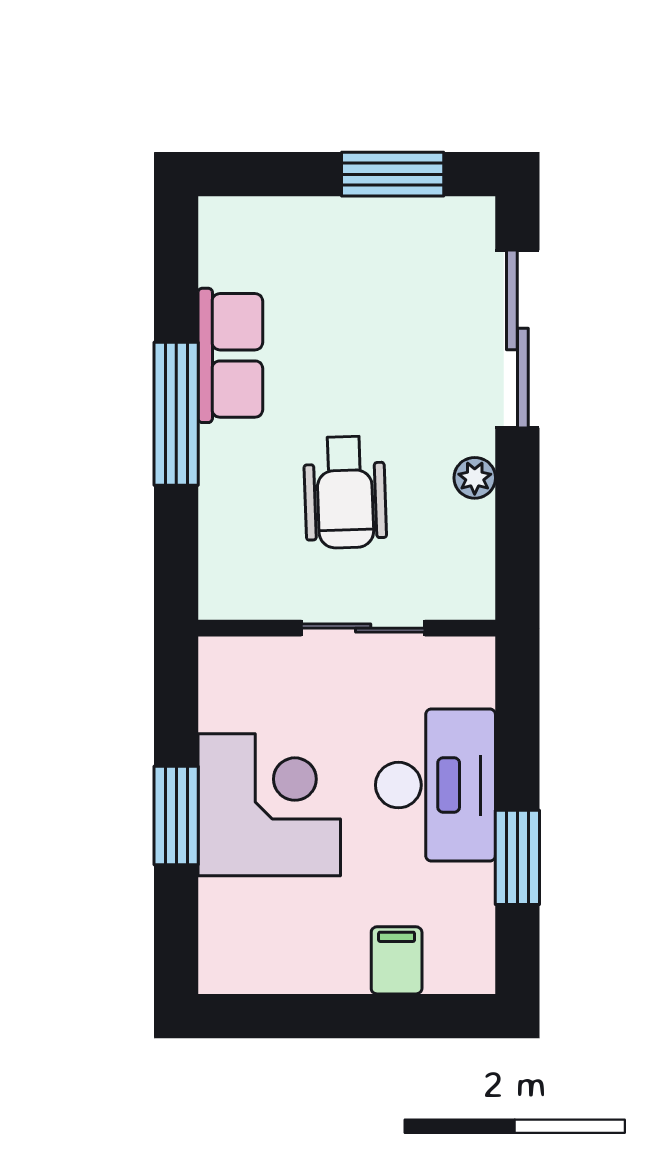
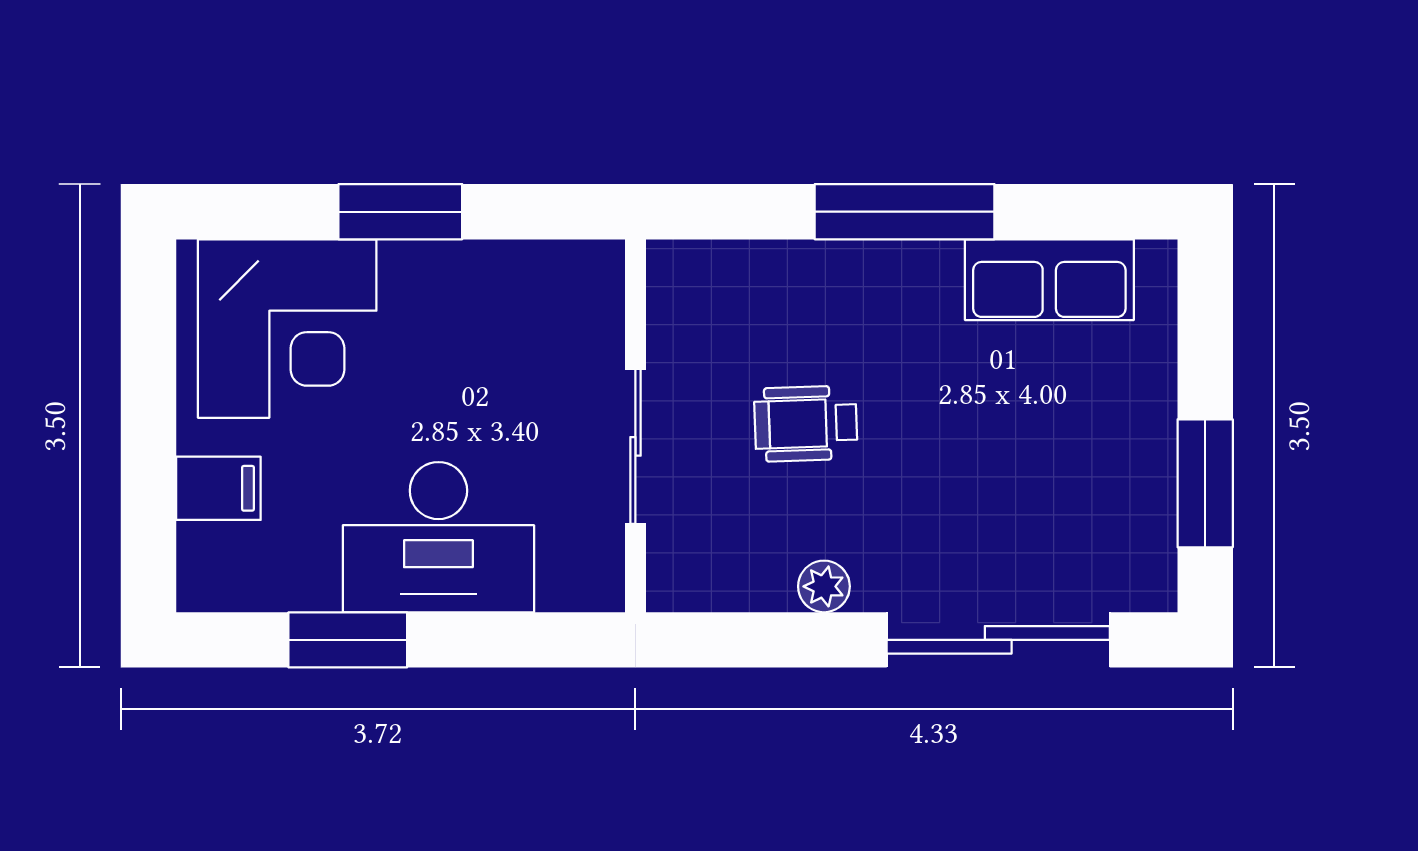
row of seats: (230, 355) -> (1049, 280), moved
wheelchair: (345, 492) -> (806, 424), width x0.73, depth x0.73
corner desk: (269, 805) -> (287, 329), moved

